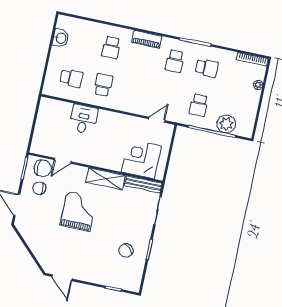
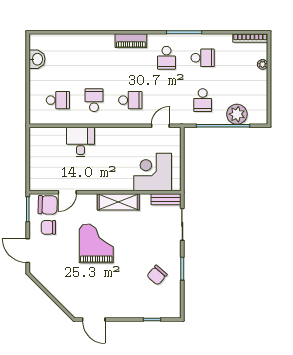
school desk: (111, 48) -> (130, 100), moved, turned -90
bench: (143, 184) -> (166, 199), width x0.73

